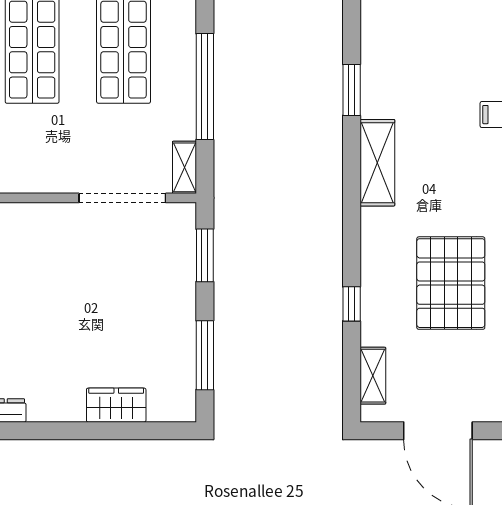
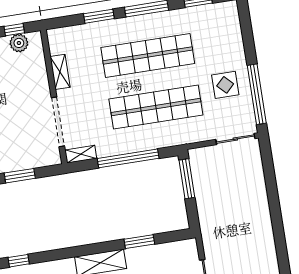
shelving: (36, 180) -> (60, 72), added
window: (205, 255) -> (20, 176), moved

